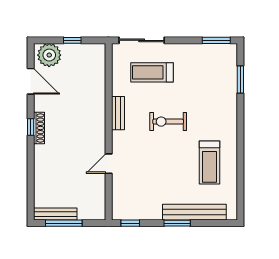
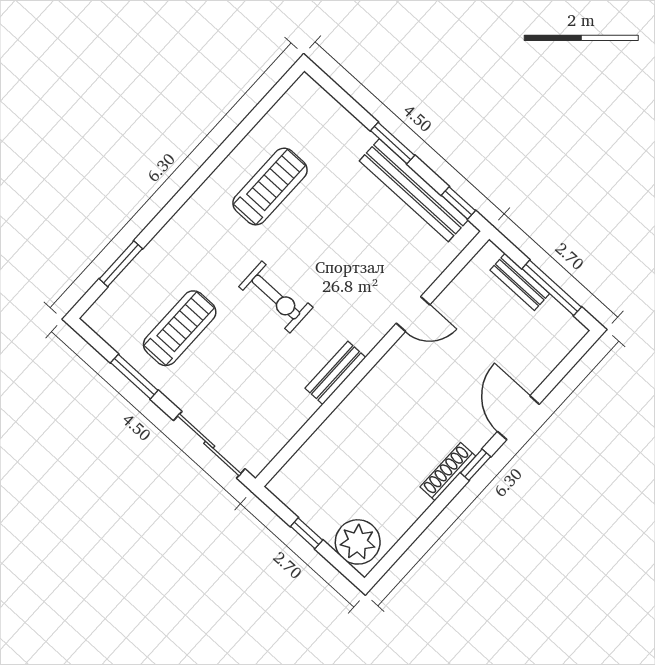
window: (216, 40) -> (134, 377), moved
treadmill: (152, 72) -> (180, 328), moved, turned -90
door: (31, 81) -> (518, 418), moved
shoe rack: (39, 128) -> (448, 472), moved
bench: (194, 212) -> (414, 190), moved
bench: (55, 214) -> (520, 282), moved, width x0.73

